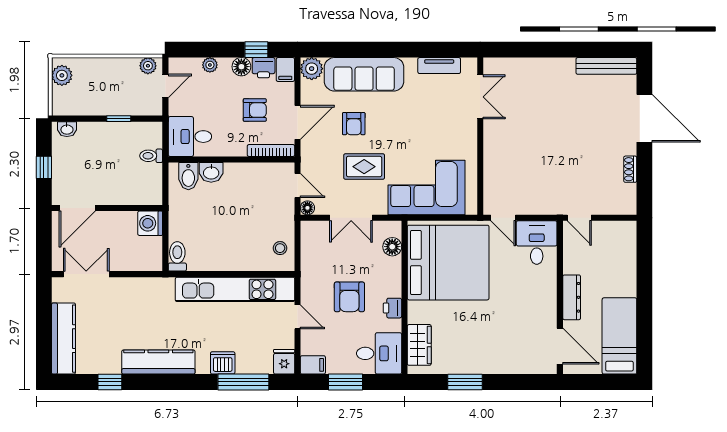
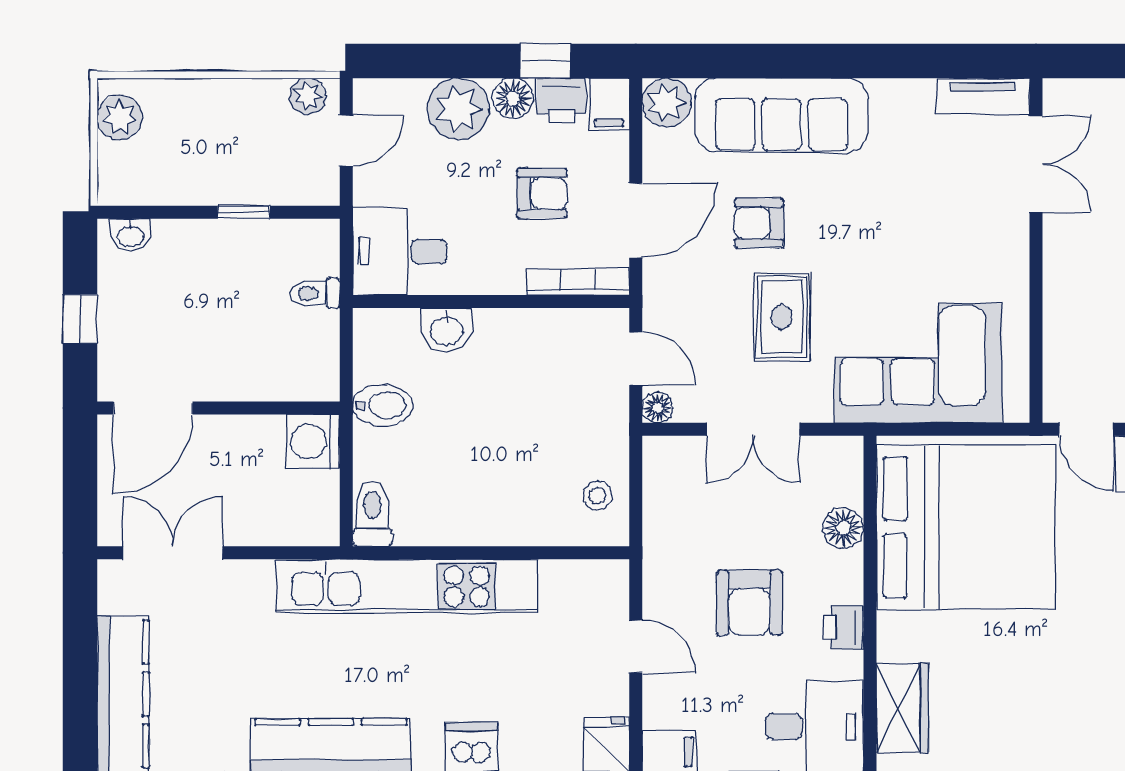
plant: (210, 65) -> (458, 109), width x1.88, depth x1.88
tv unit: (439, 66) -> (983, 96), moved
armchair: (354, 124) -> (759, 223), turned 90
rug: (364, 167) -> (782, 317), turned 90
bidet: (188, 176) -> (383, 405), moved, turned -90
floor lamp: (392, 247) -> (843, 528), moved
kitchen unit: (235, 289) -> (407, 586), moved

